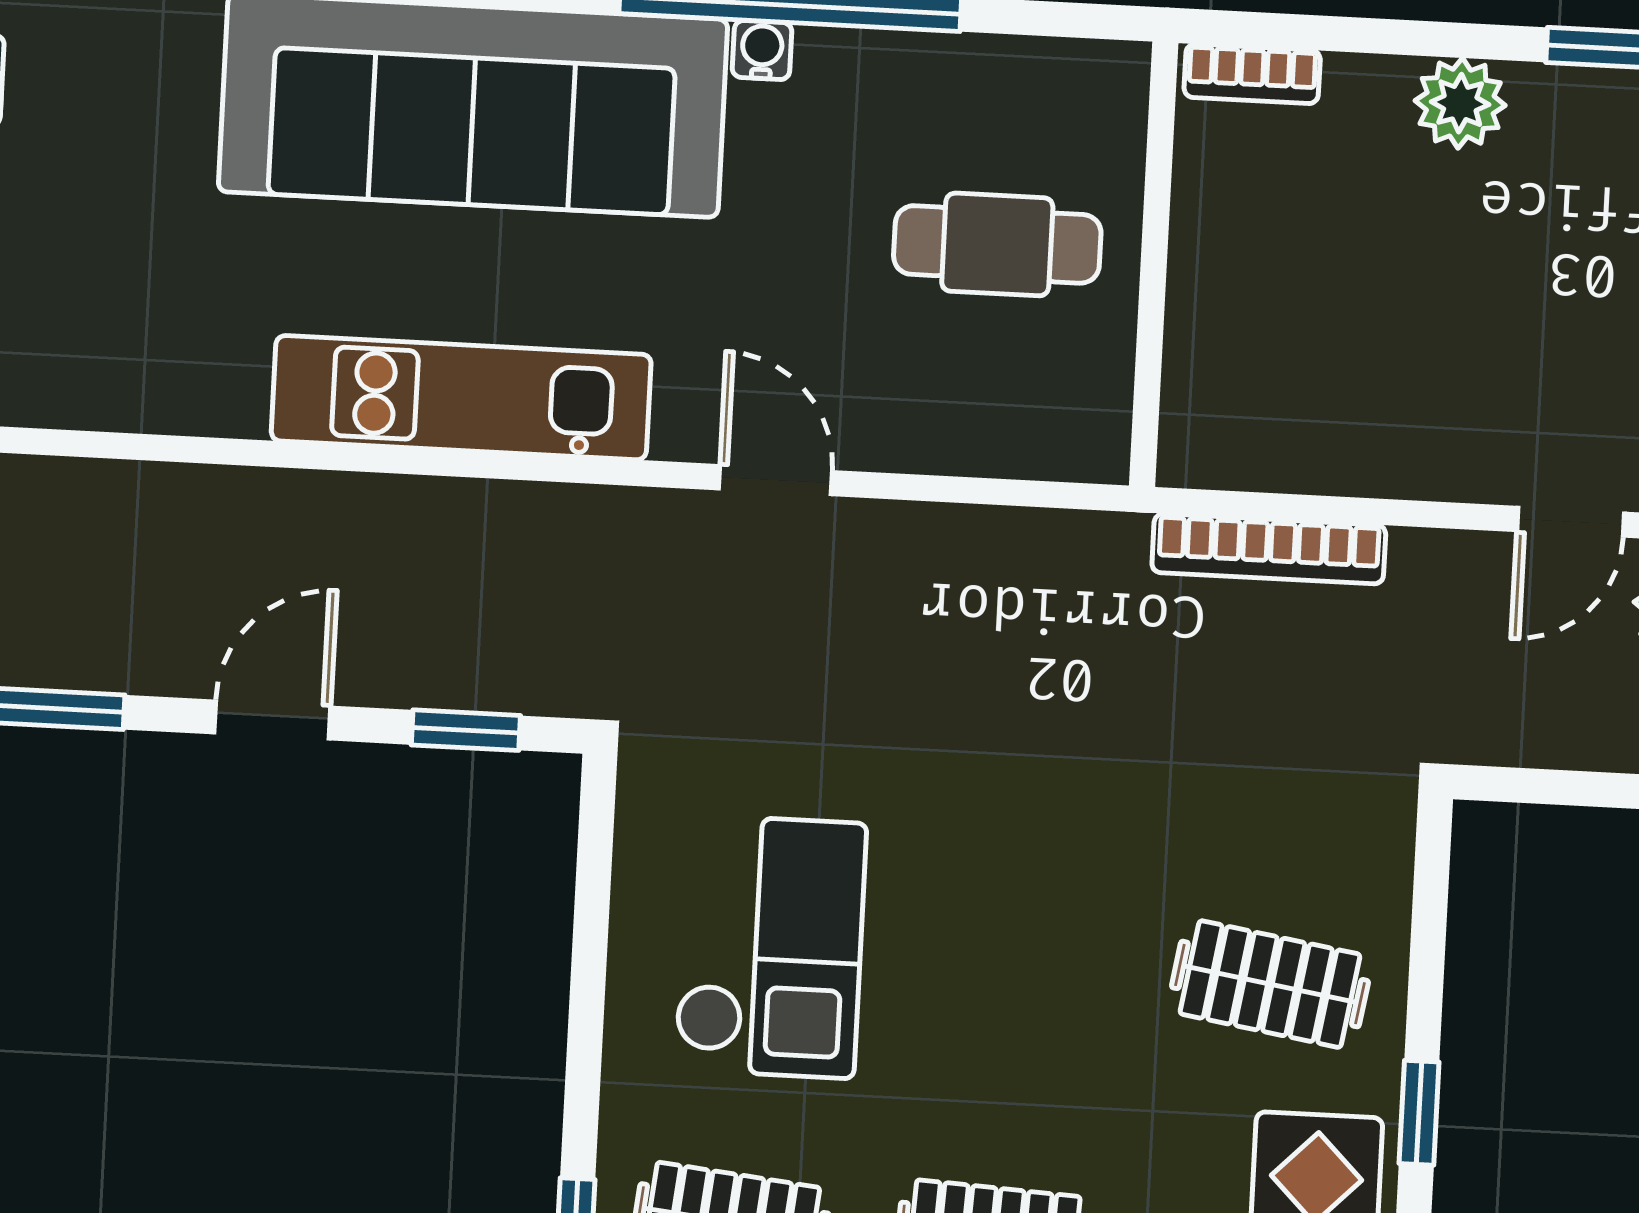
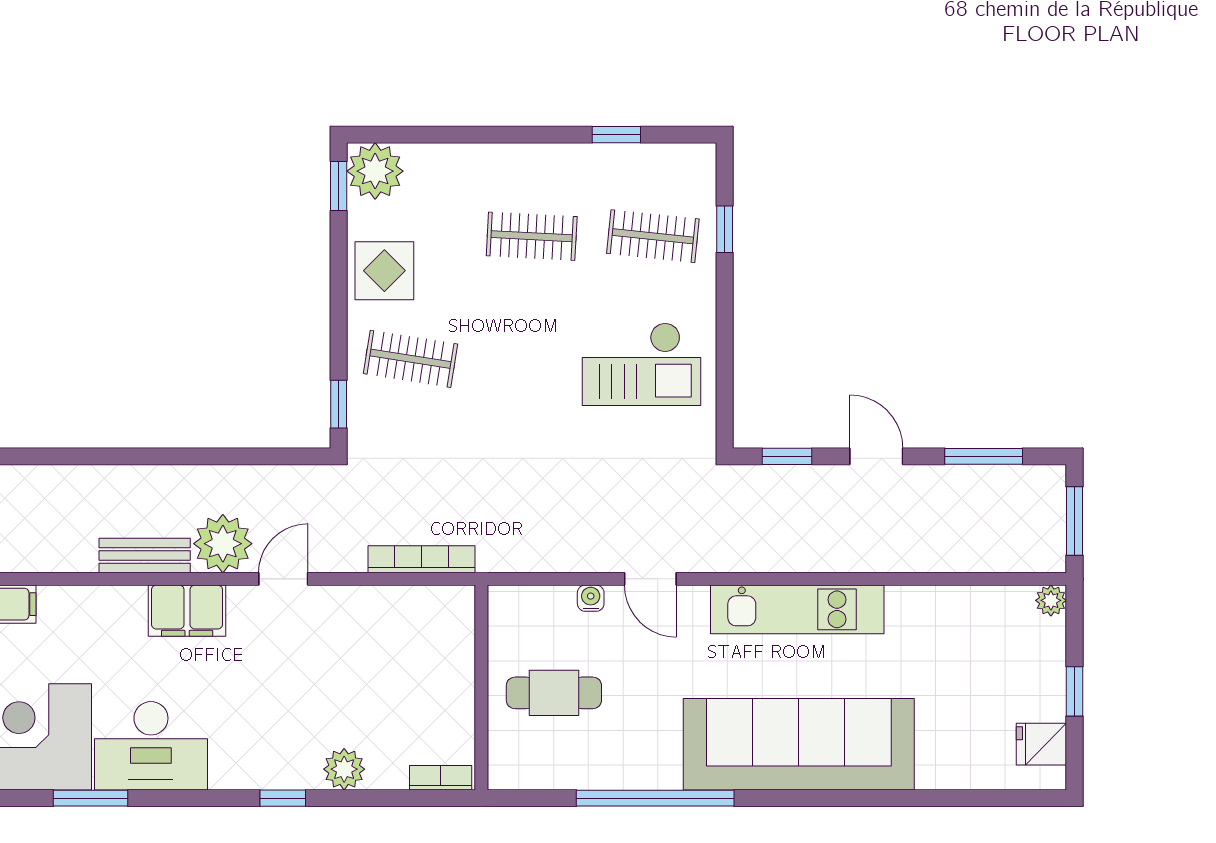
water cooler: (762, 50) -> (591, 598), moved, turned 180
door: (272, 720) -> (876, 456), swing flipped
checkout: (770, 947) -> (641, 364), turned -90
window: (1419, 1113) -> (339, 404), moved

